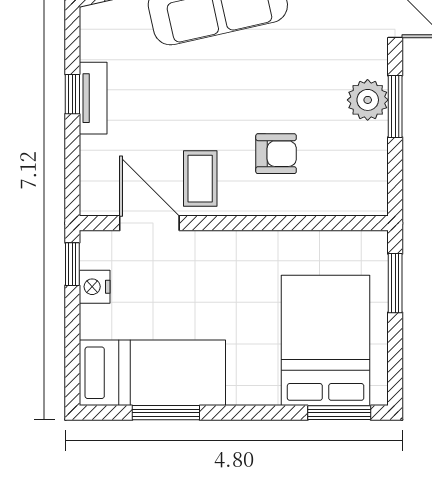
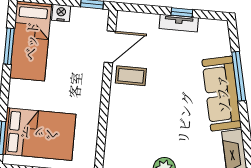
armchair: (276, 154) -> (140, 117), removed
nightstand: (95, 287) -> (61, 13), moved

